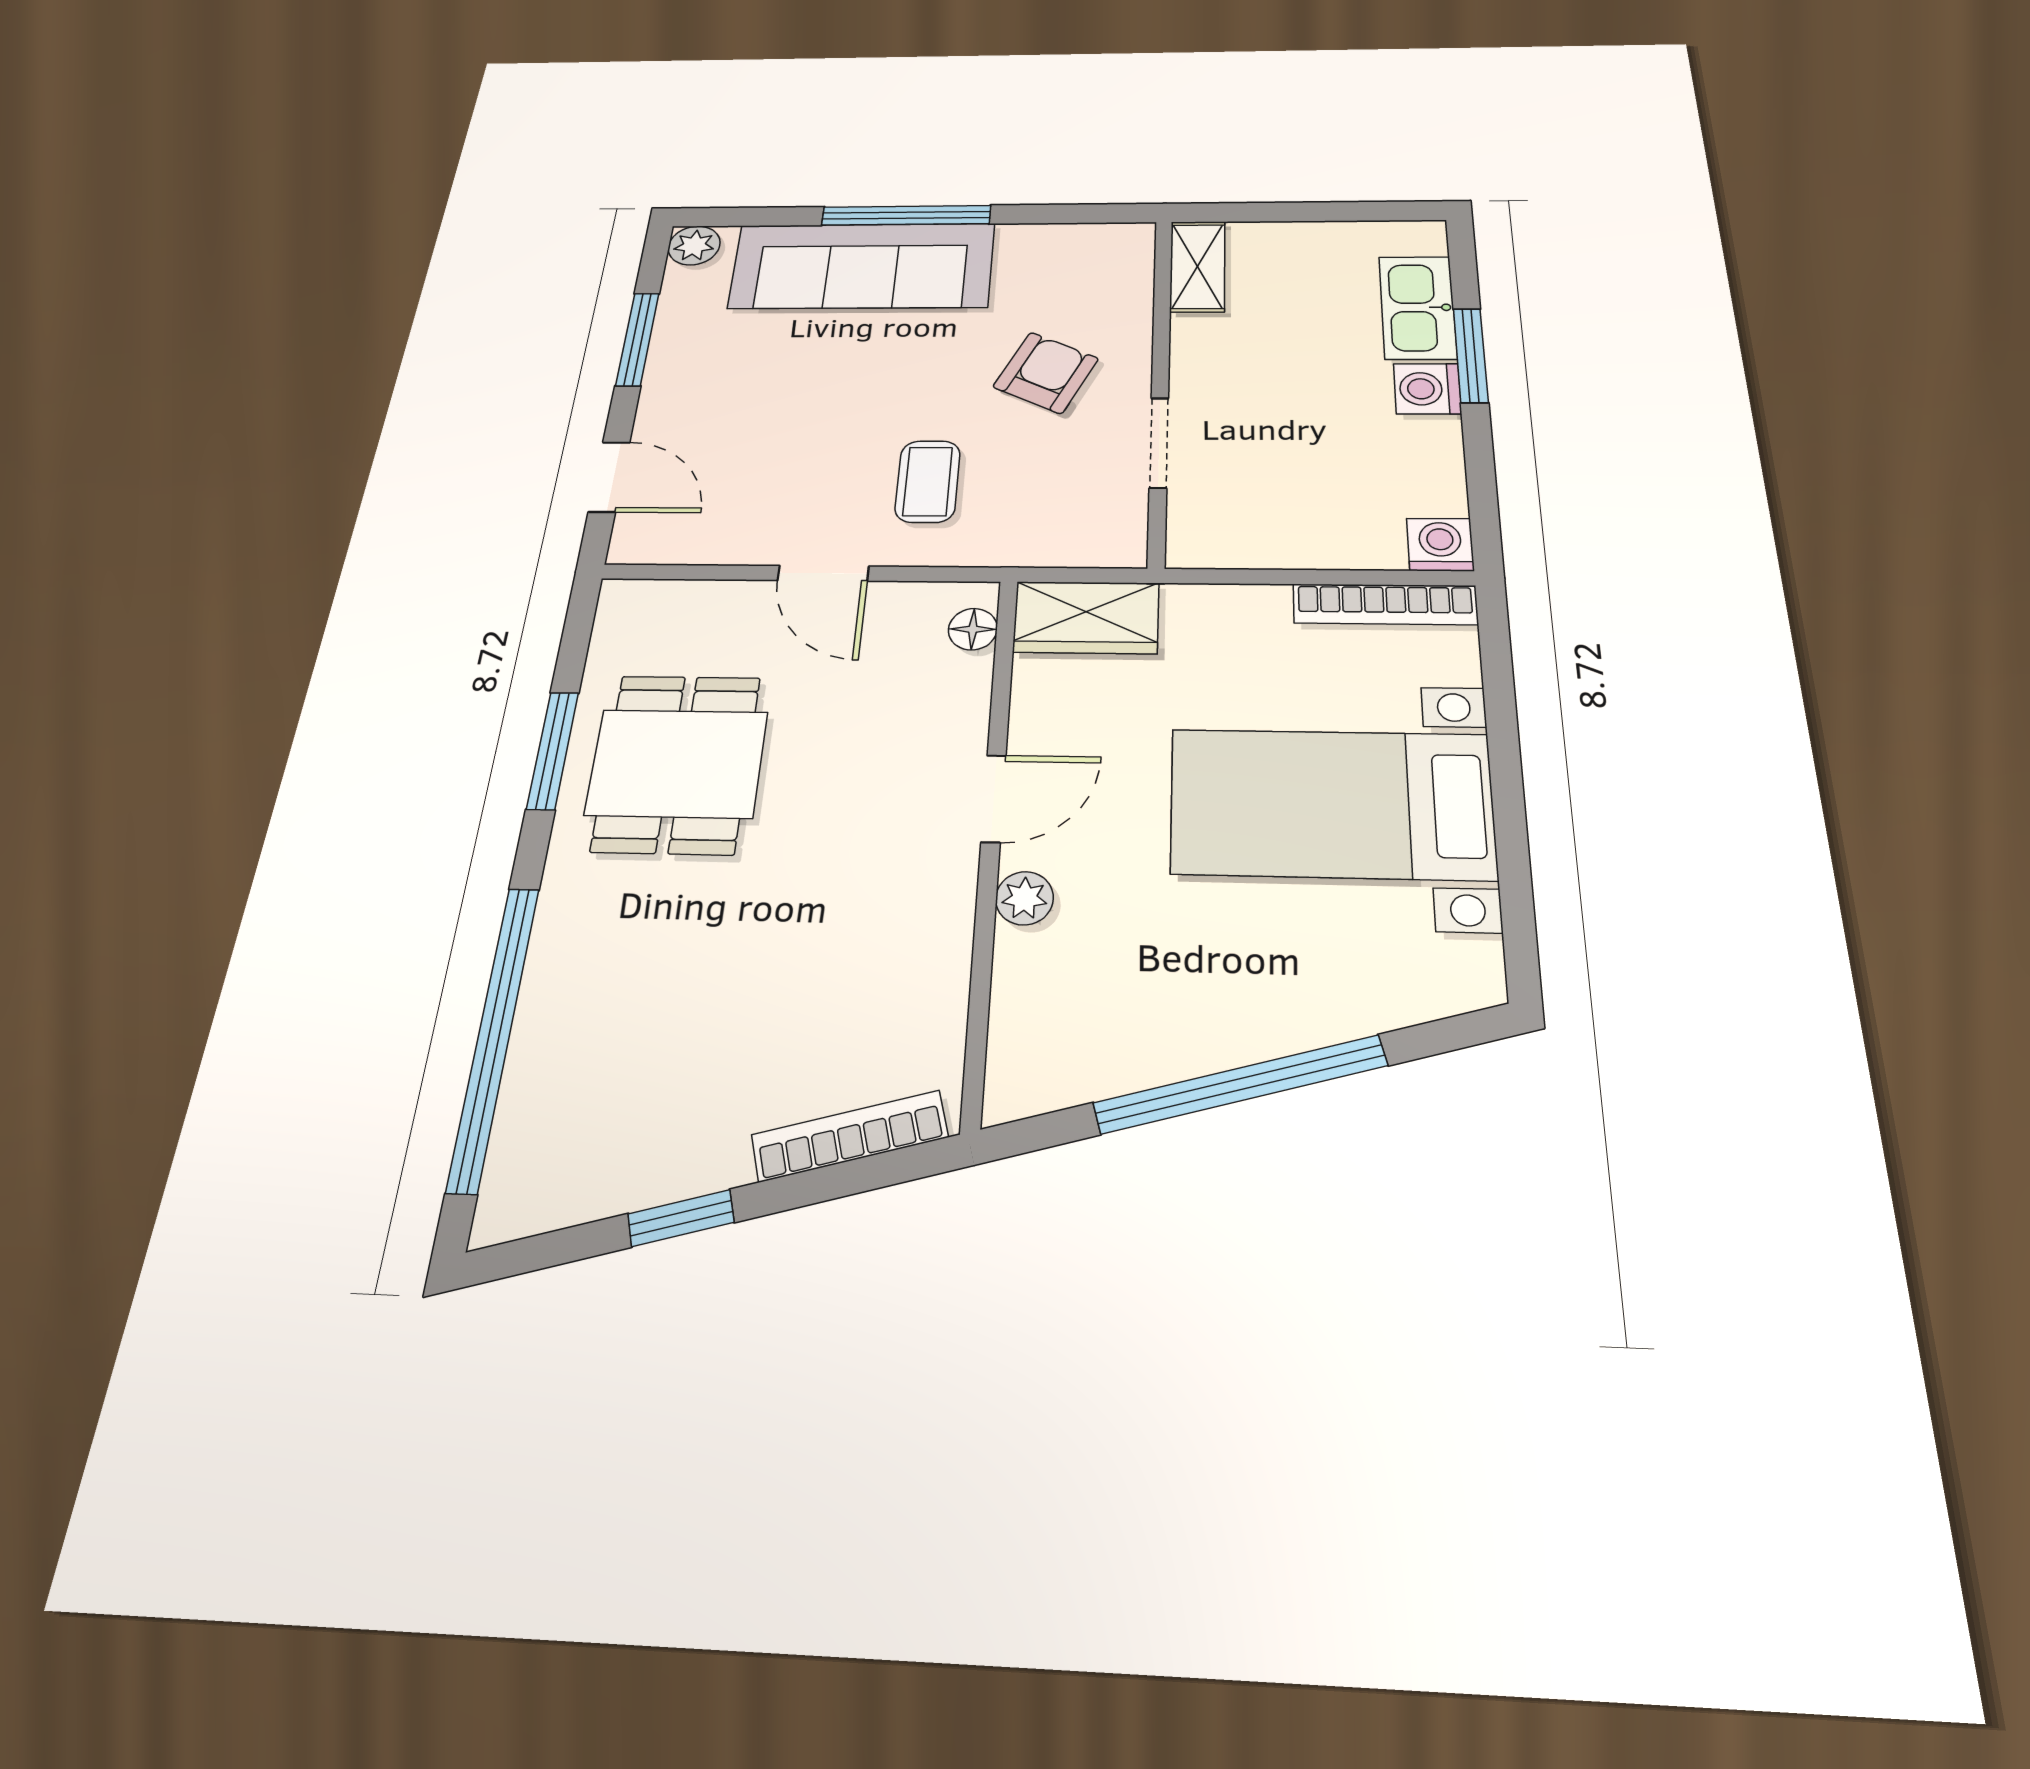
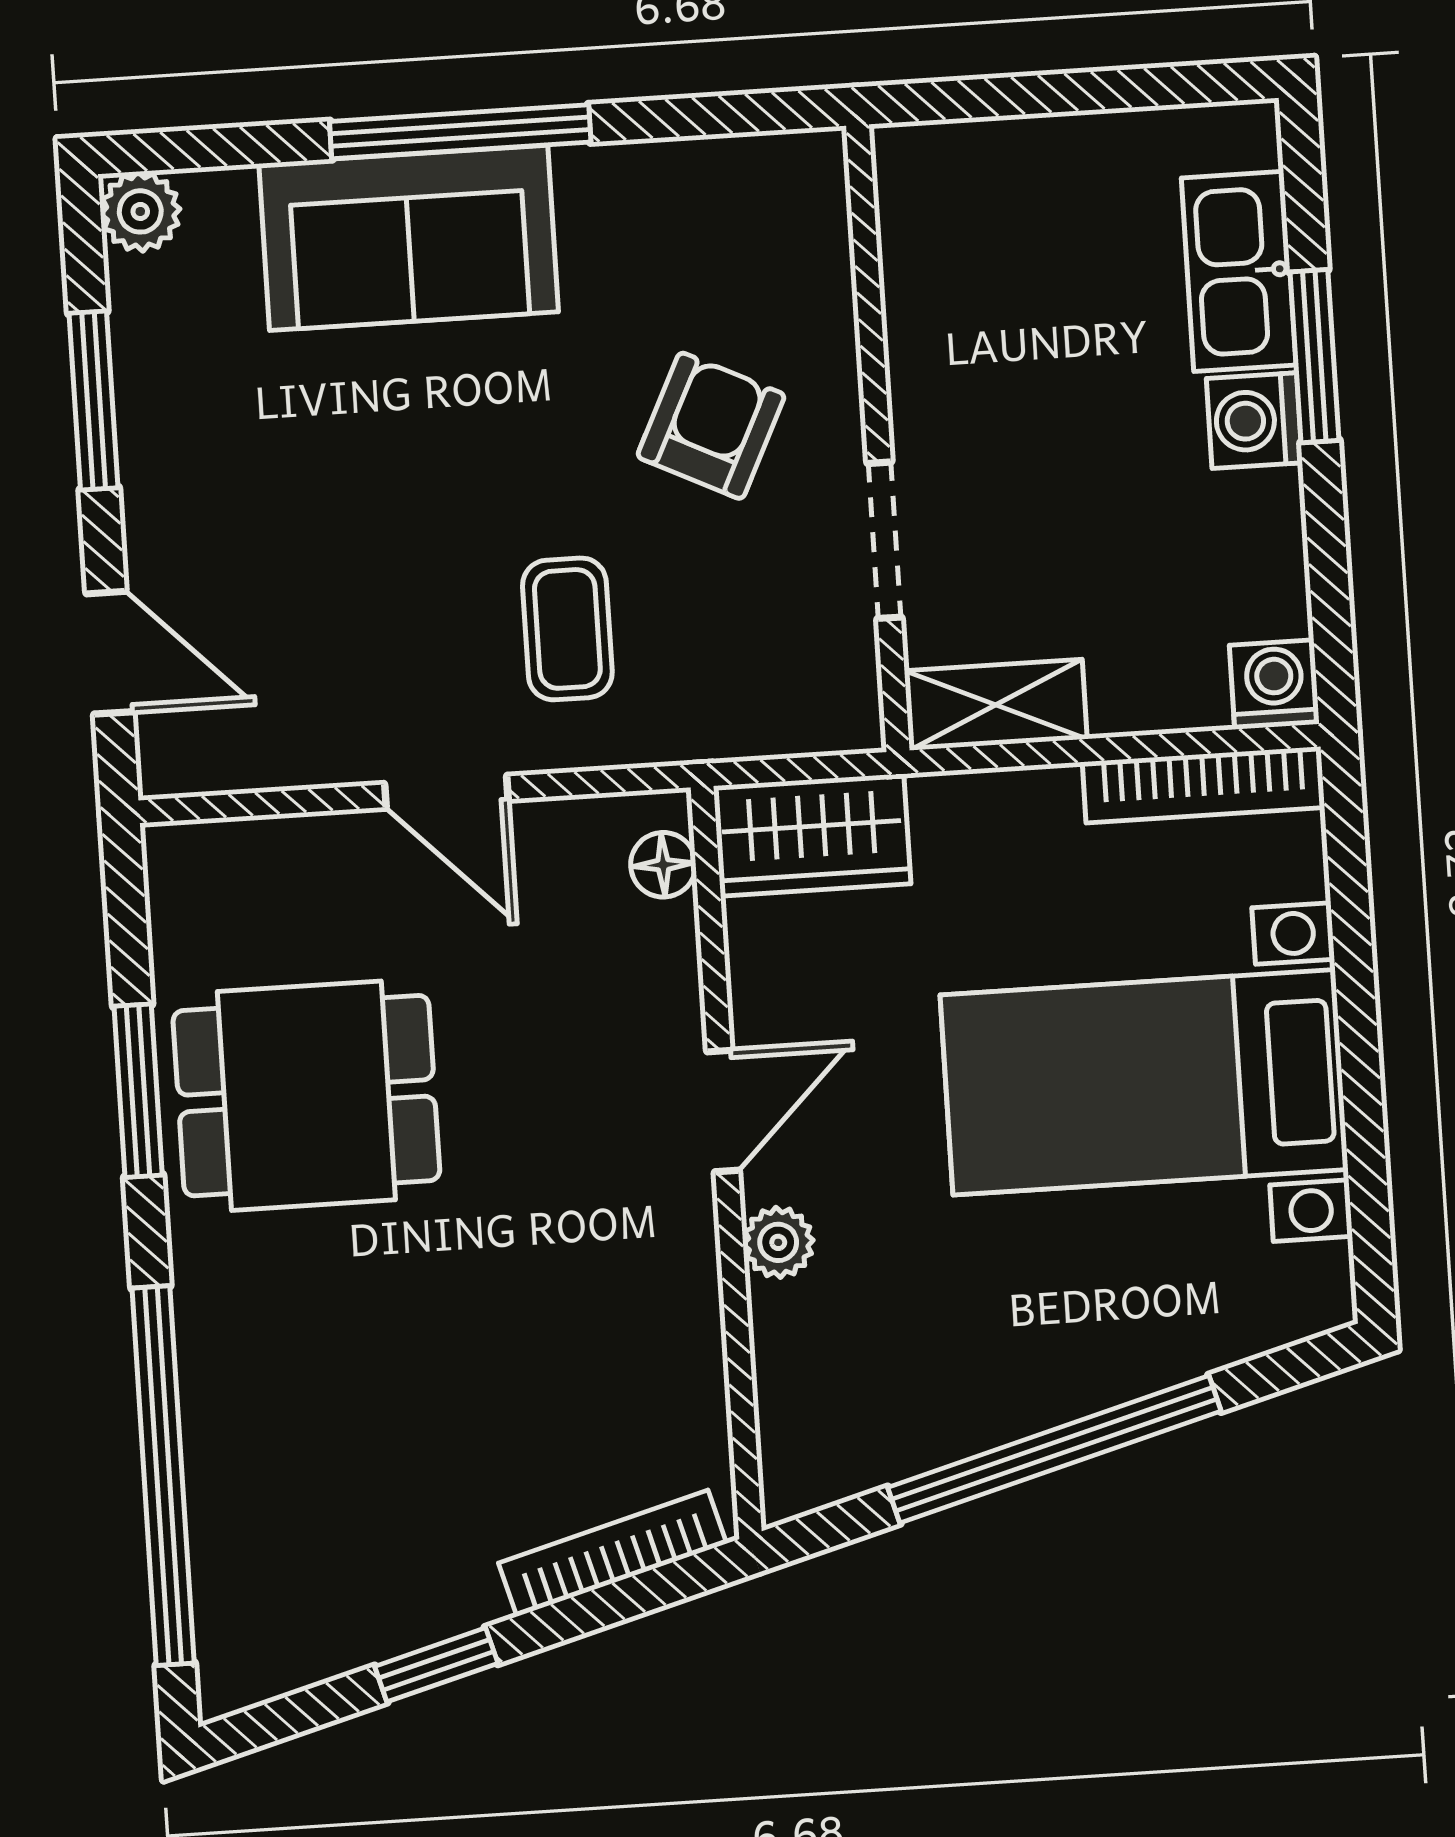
sofa: (862, 266) -> (409, 238), width x0.73
shelving: (1198, 266) -> (996, 705), moved, turned 90
dining table: (677, 763) -> (306, 1096), turned 90

